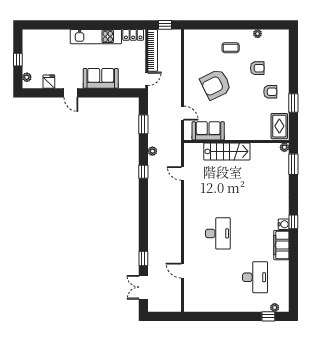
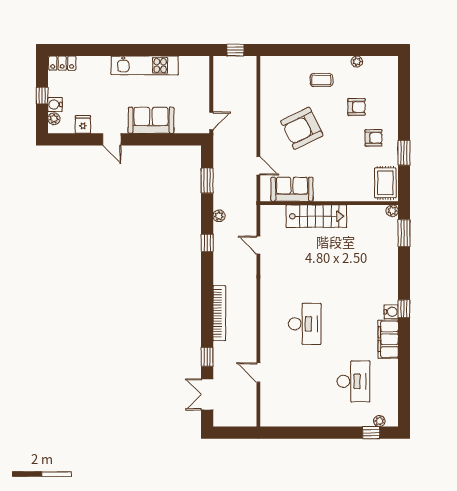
locker: (133, 35) -> (62, 63), moved
bookcase: (153, 50) -> (219, 313), moved
water cooler: (28, 66) -> (55, 105), added

